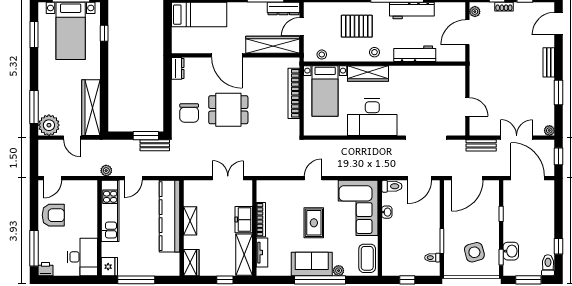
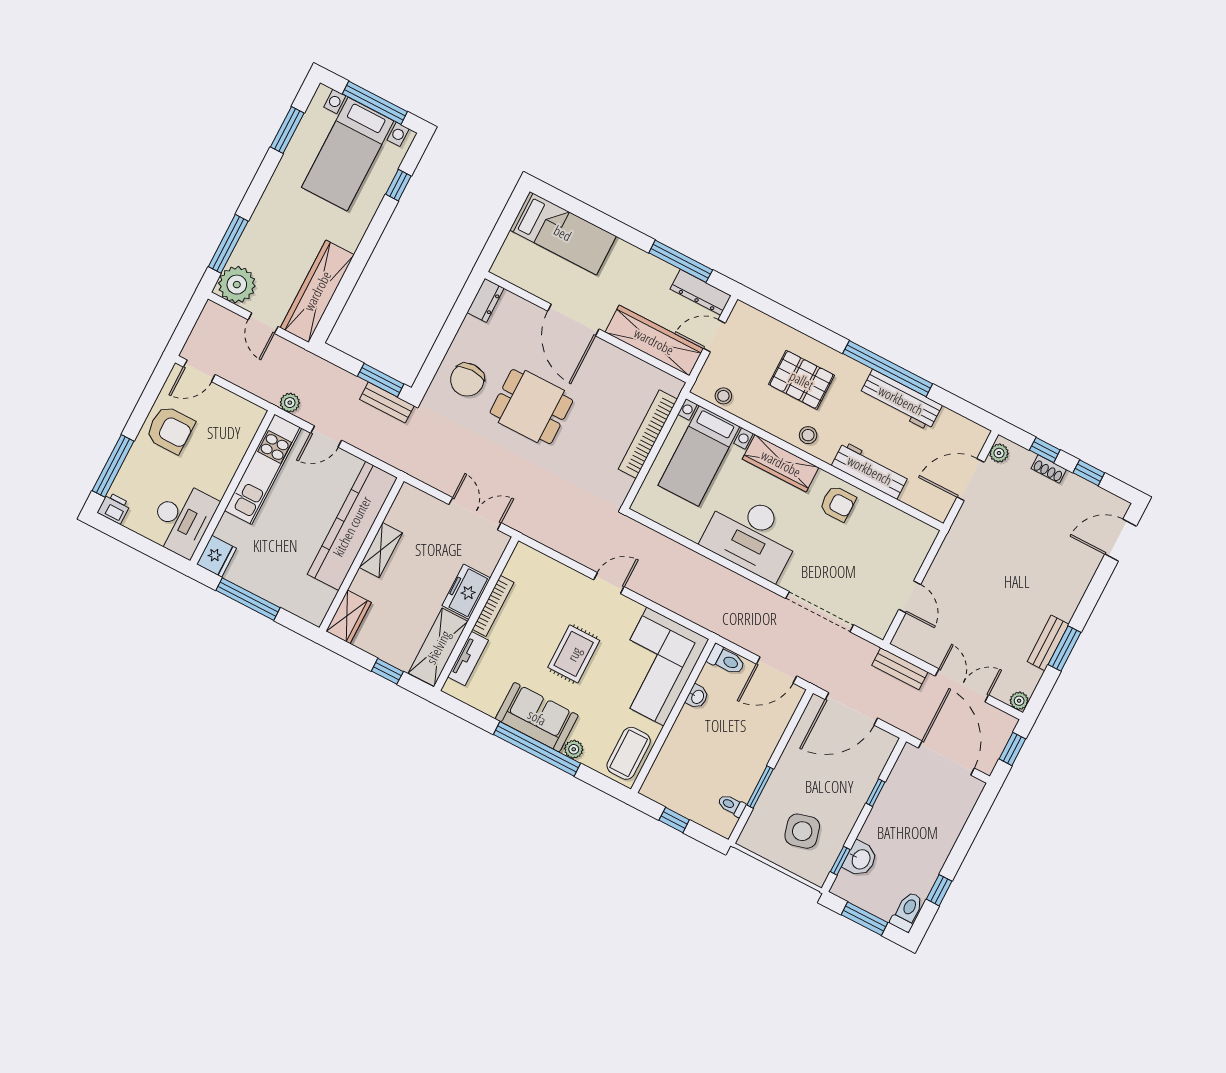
bench: (549, 62) -> (1048, 643), moved
armchair: (407, 79) -> (838, 503), added

